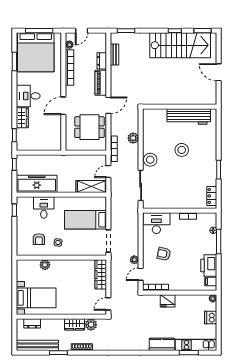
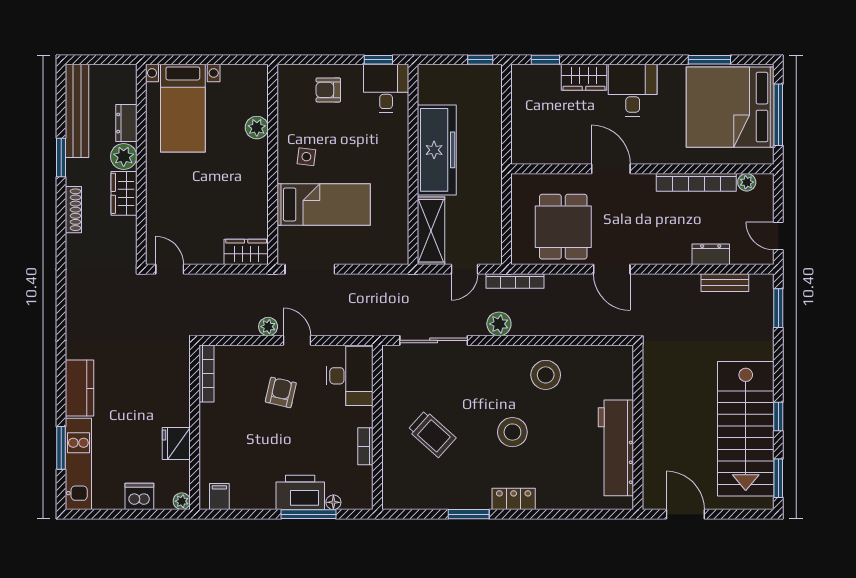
door: (82, 31) -> (778, 236), moved
door: (219, 72) -> (685, 514), hinge flipped
piano: (101, 83) -> (662, 252), removed
wall: (180, 107) -> (638, 427), moved
workbench: (189, 116) -> (616, 448), moved
plant: (133, 138) -> (499, 324), moved
stool: (150, 160) -> (546, 375), moved
door: (108, 171) -> (464, 269), swing flipped
freezer: (37, 184) -> (437, 150), moved
trolley: (182, 186) -> (432, 434), added
locker: (212, 196) -> (514, 499), moved
desk: (44, 207) -> (386, 88), moved, turned -90
bed: (86, 220) -> (324, 204), moved, turned 90
armchair: (39, 239) -> (328, 90), moved
printer: (209, 266) -> (300, 492), moved
wardrobe: (101, 274) -> (246, 252), width x0.67
door: (141, 274) -> (297, 340), moved
fridge: (168, 301) -> (176, 443), moved
dresser: (32, 323) -> (126, 123), moved
plant: (91, 325) -> (124, 156), moved

